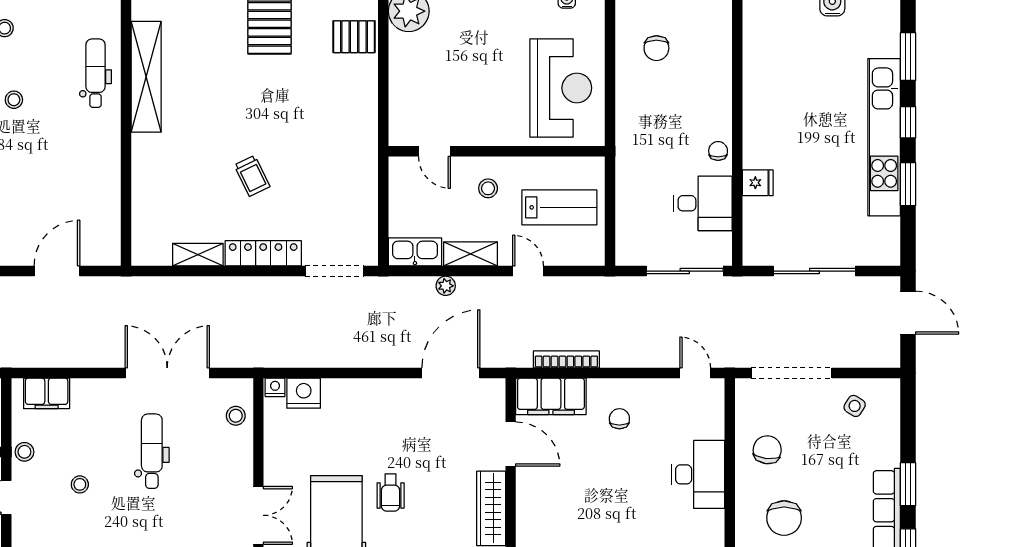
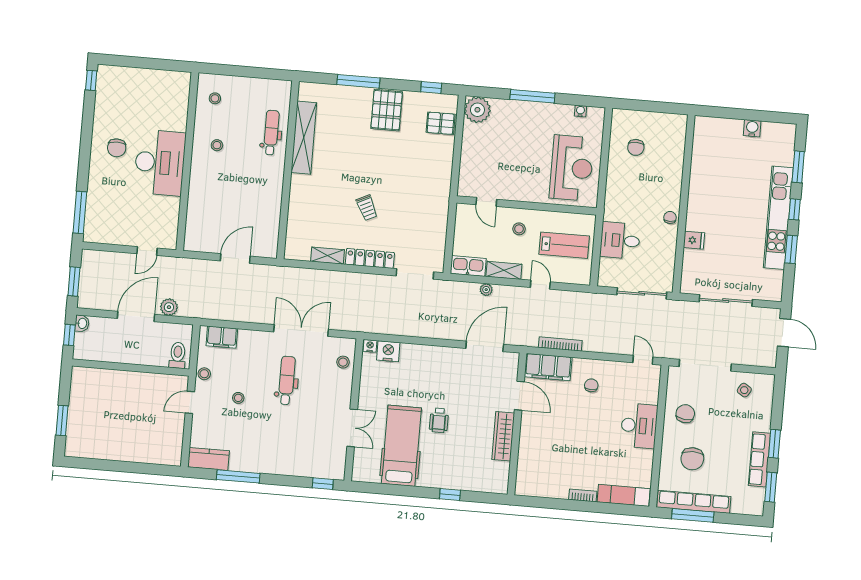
desk: (703, 203) -> (620, 240), moved, turned 180

